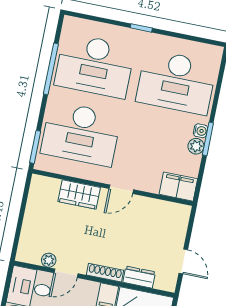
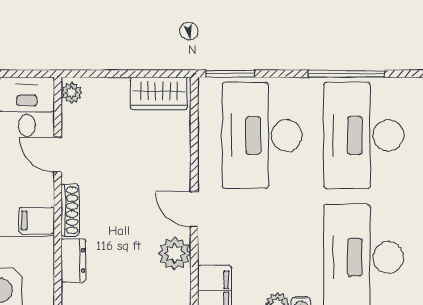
wardrobe: (79, 194) -> (159, 94), moved, turned -90
plant: (148, 208) -> (175, 253), added
plant: (49, 260) -> (72, 93), moved

